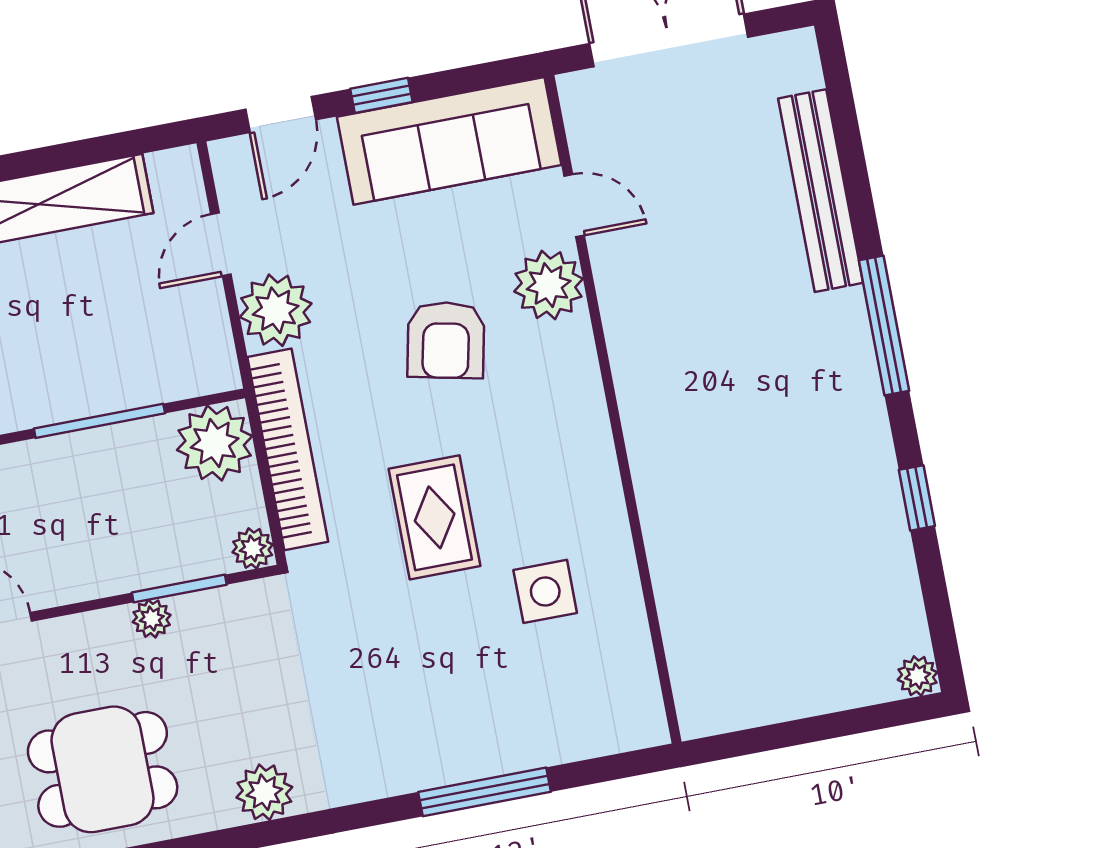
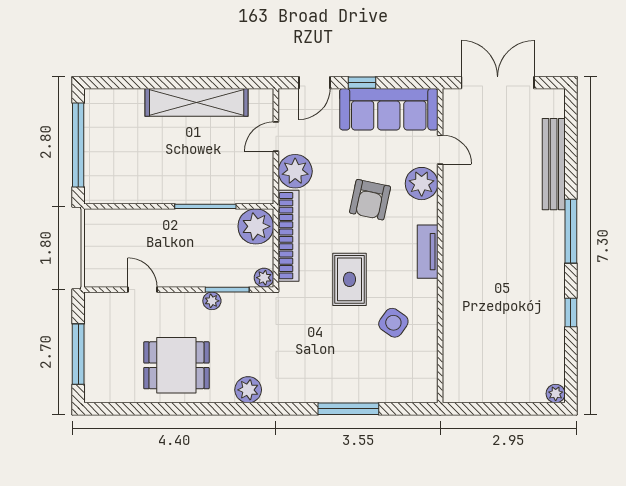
tv unit: (589, 427) -> (428, 252), added
side table: (545, 591) -> (393, 323), turned 35

